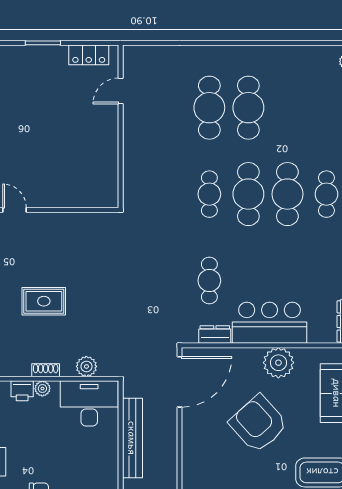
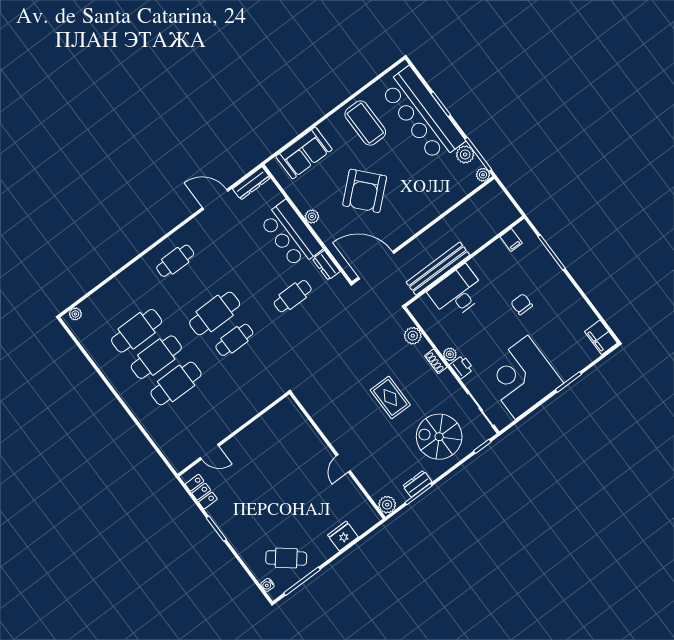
cafe table: (287, 194) -> (137, 331), moved
plant: (278, 363) -> (312, 216), width x0.53, depth x0.53
desk: (89, 403) -> (457, 293), moved, turned 90

